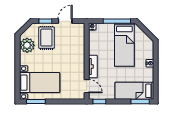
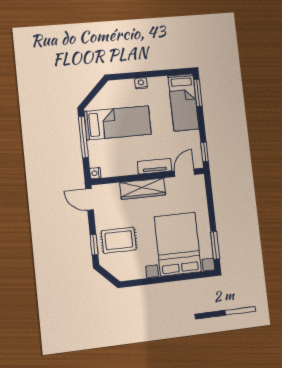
door: (65, 21) -> (90, 199), moved
plant: (27, 45) -> (133, 268), removed
wardrobe: (79, 57) -> (143, 189), added
bed with nightstands: (40, 83) -> (178, 244), width x1.36

